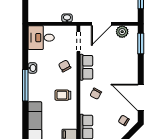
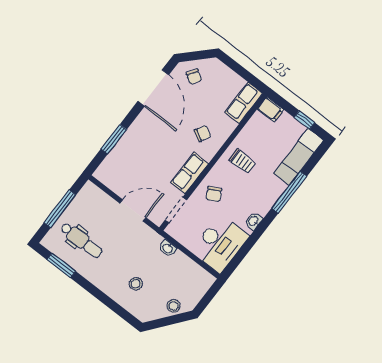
plant: (122, 32) -> (115, 182), removed
desk: (41, 38) -> (220, 243), width x1.37
window: (141, 44) -> (114, 139), moved
window: (25, 85) -> (289, 192), moved

